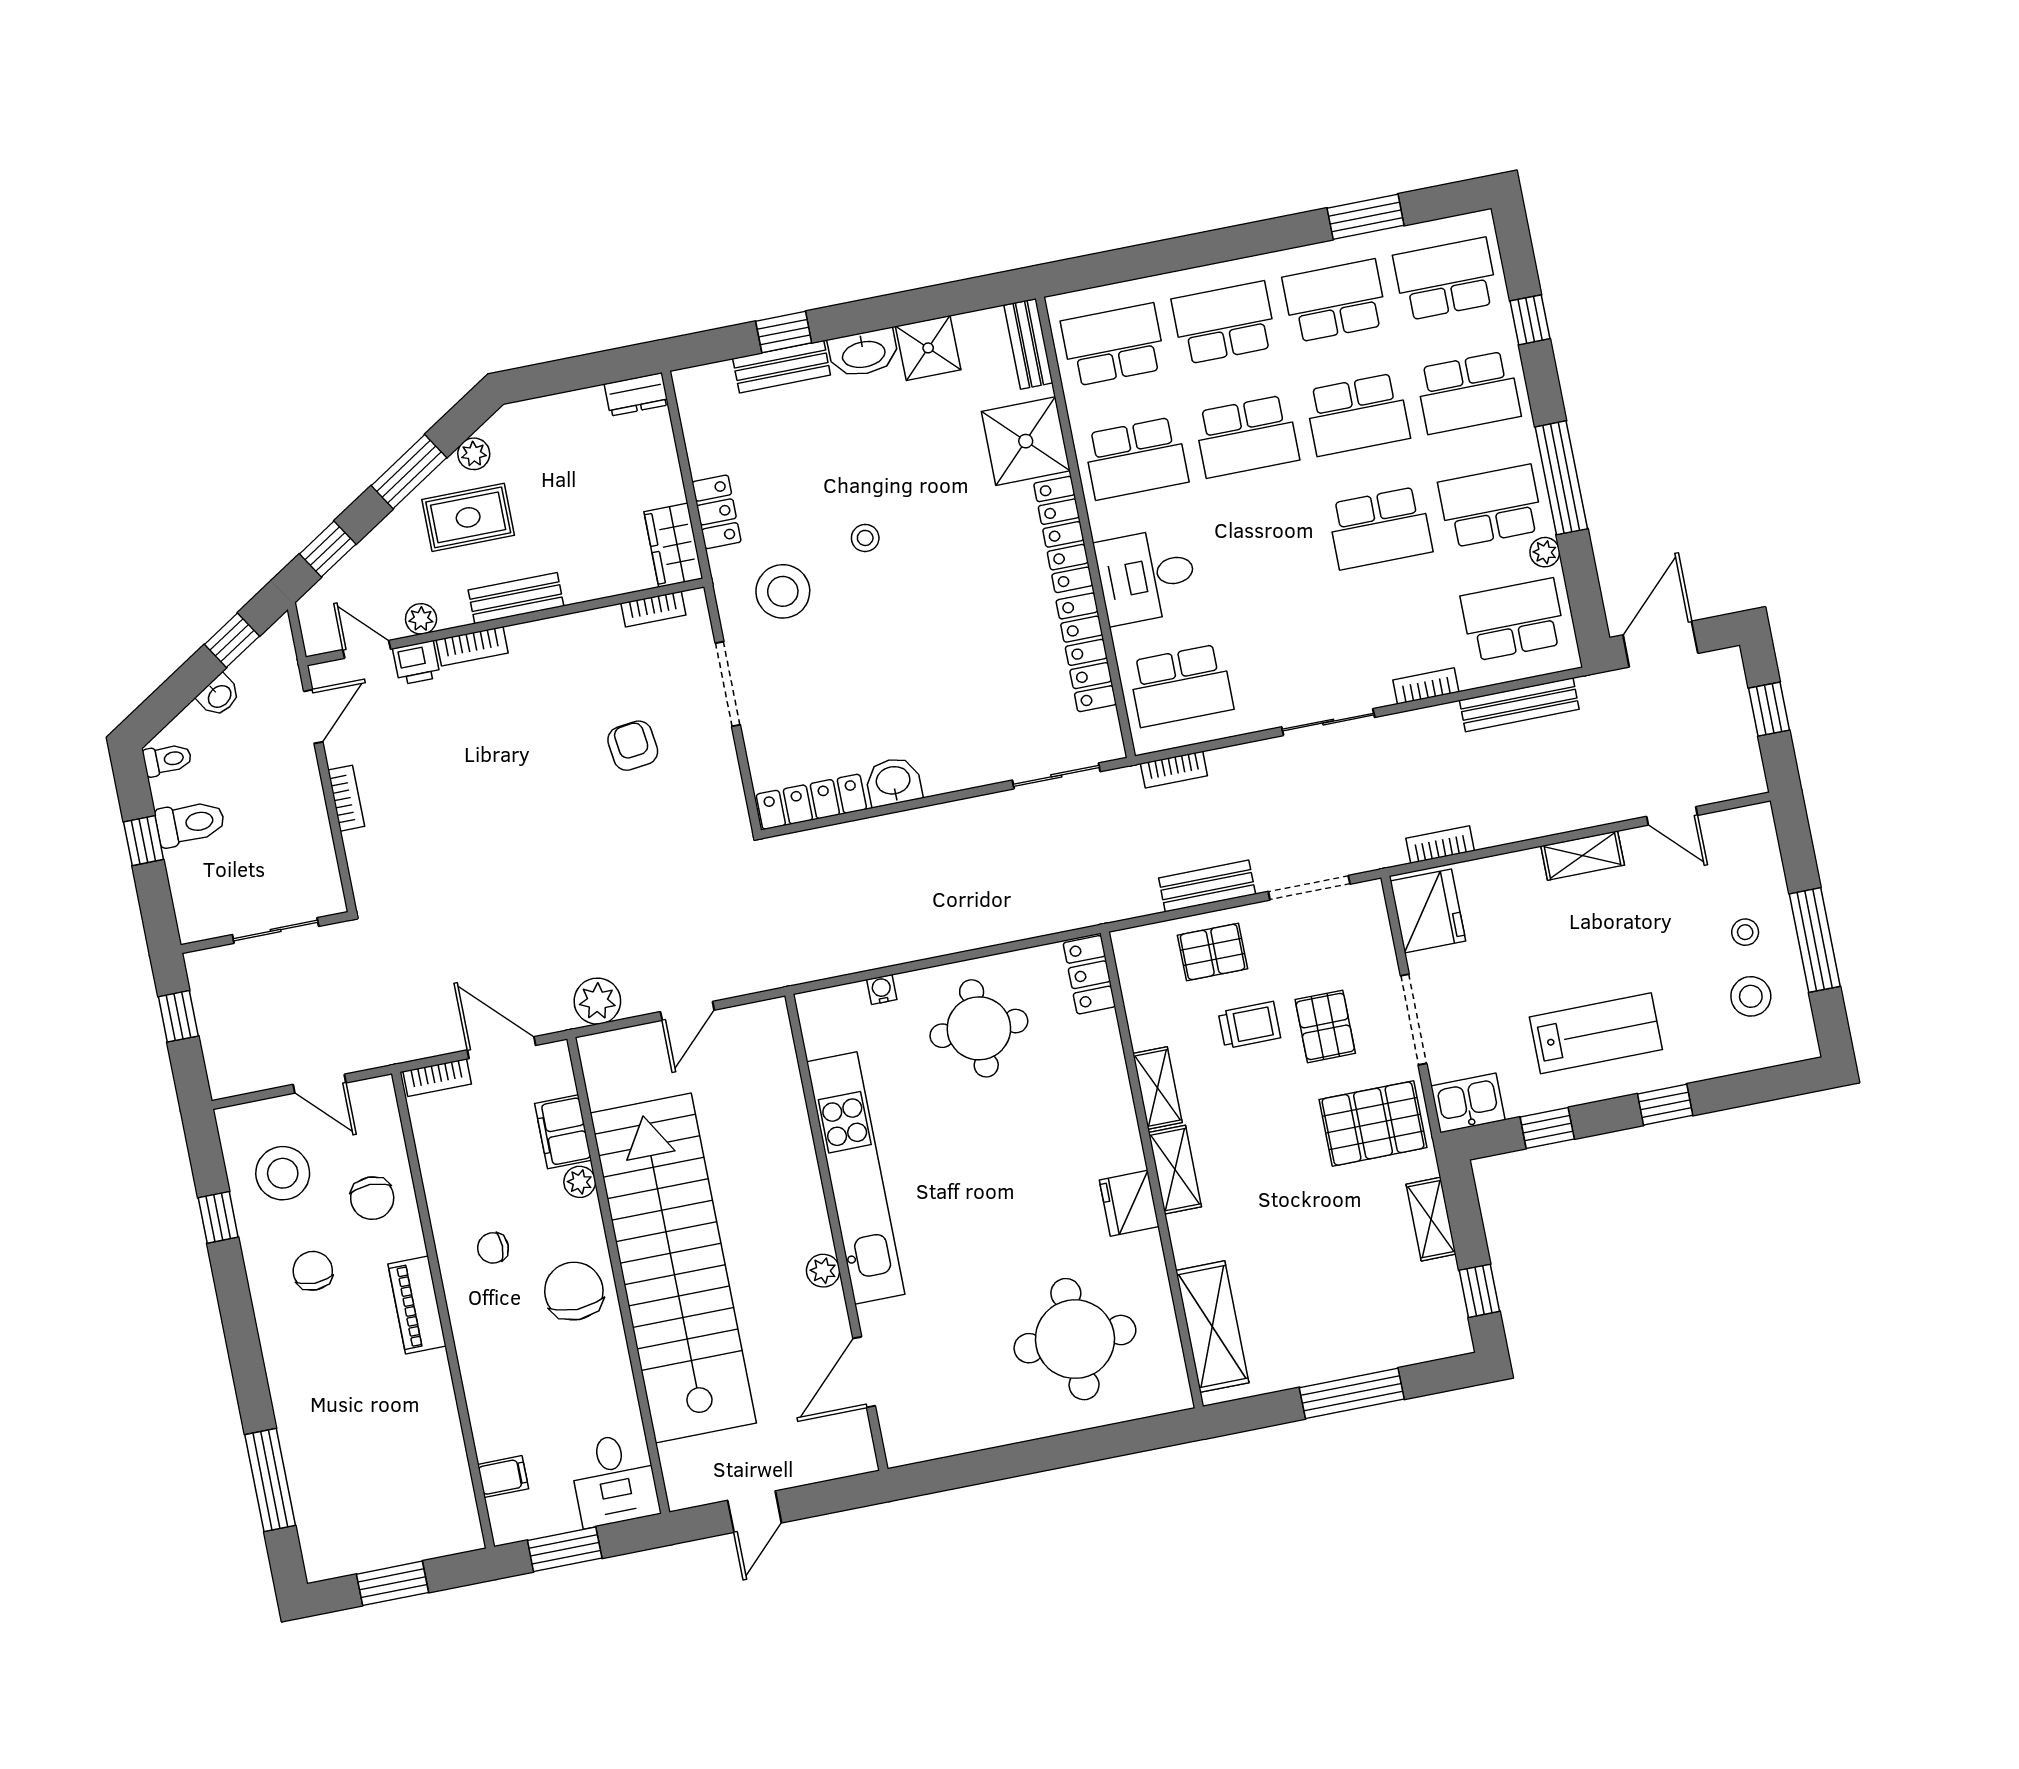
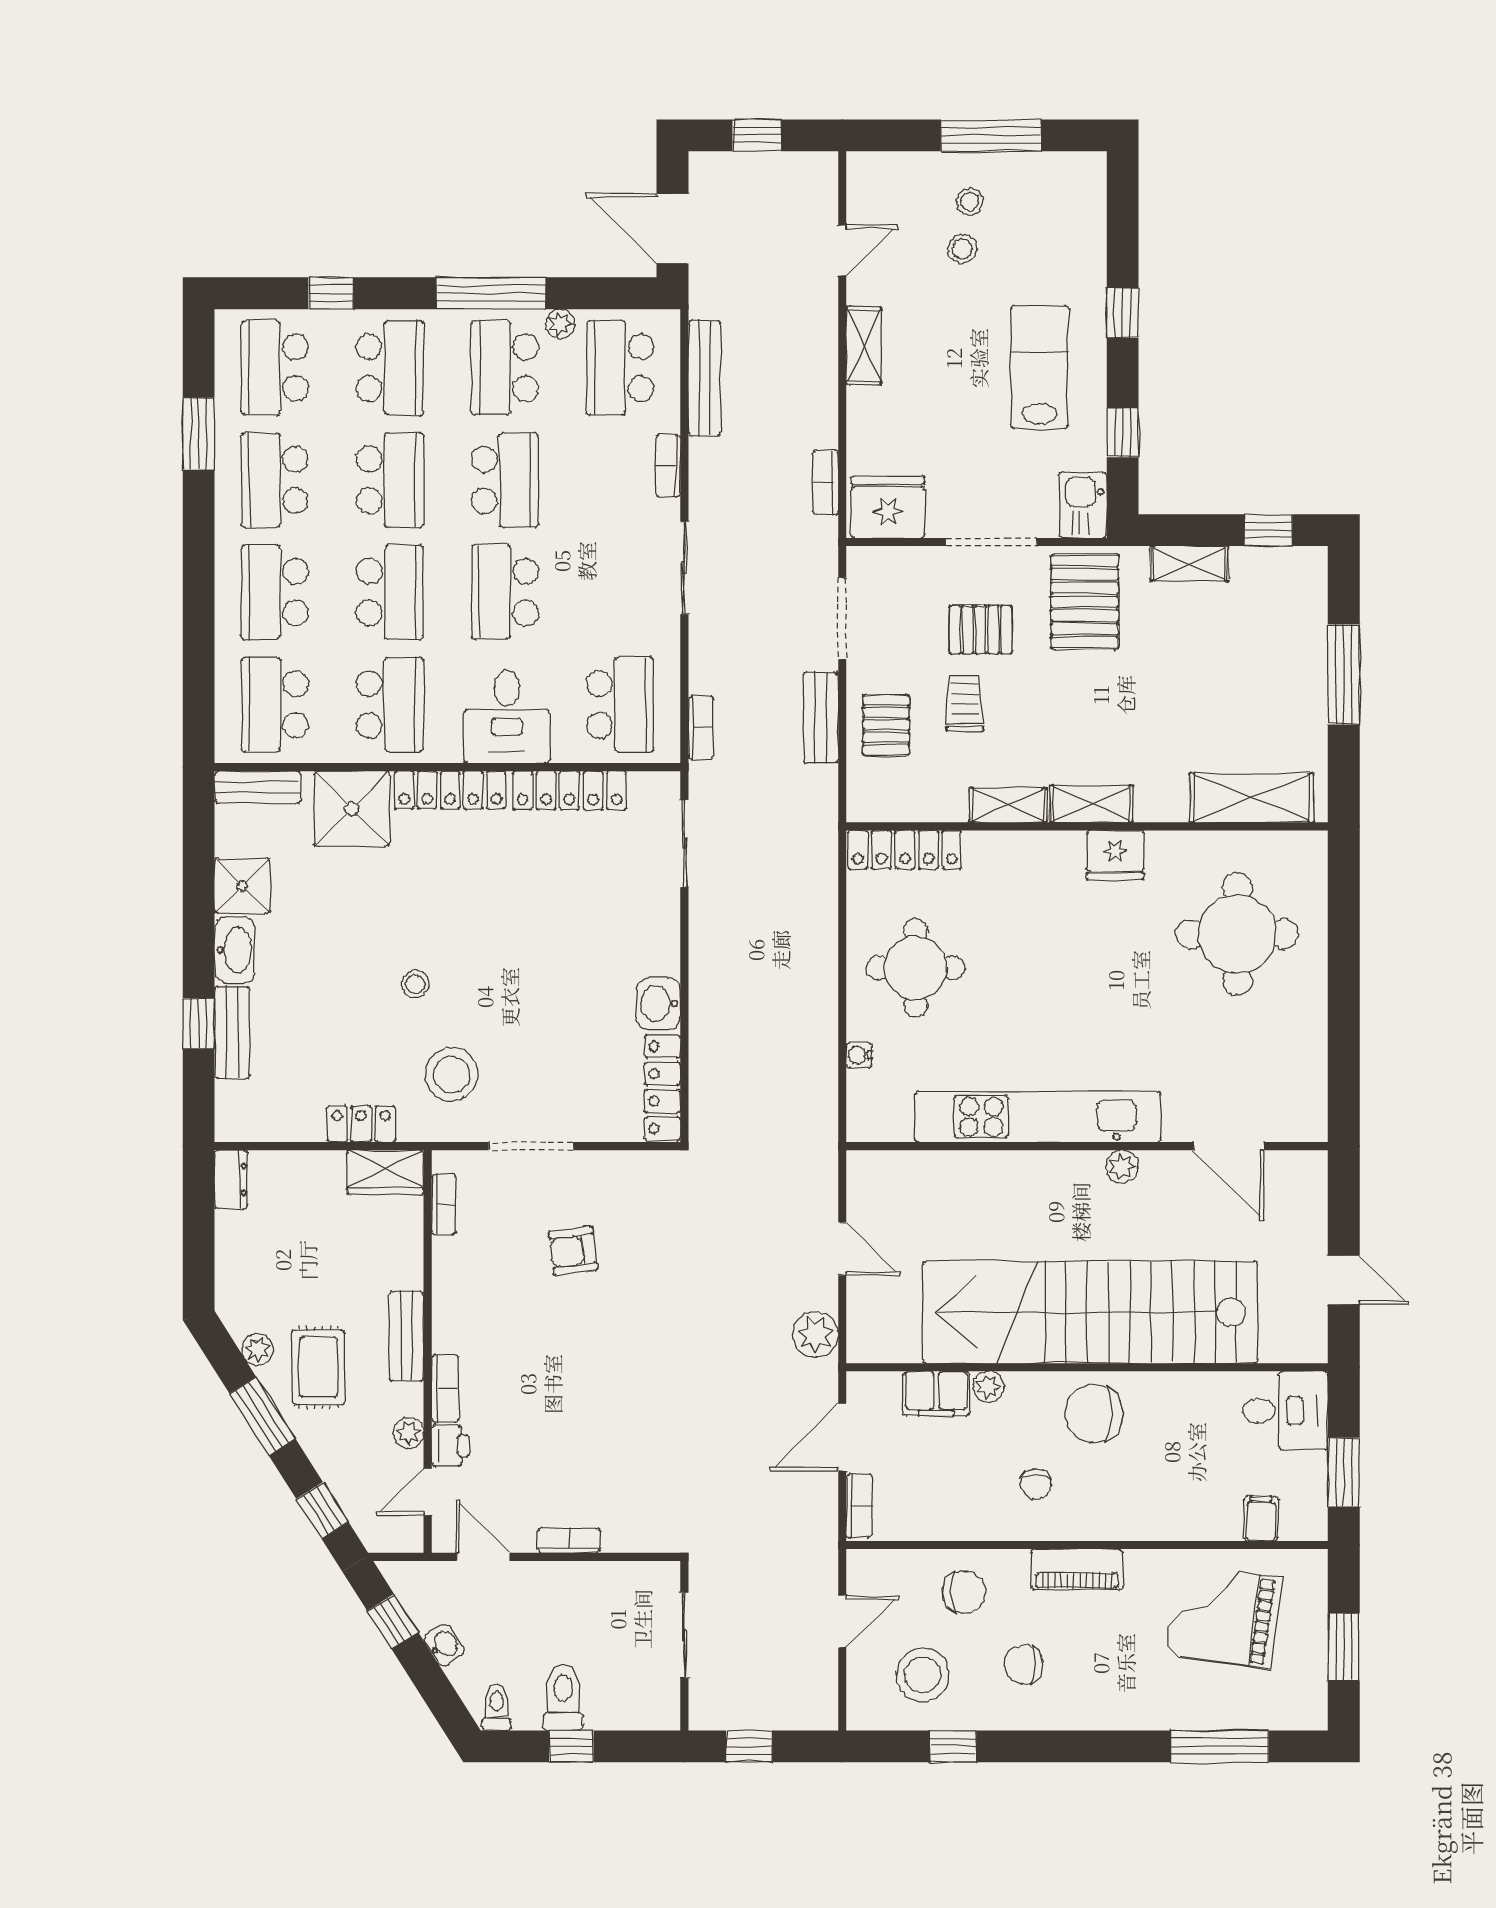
school desk: (1269, 550) -> (505, 592), added
locker: (1089, 975) -> (905, 850), width x1.53
stool: (1751, 996) -> (962, 249), moved, width x0.73, depth x0.73
grand piano: (400, 1459) -> (1224, 1616), added

